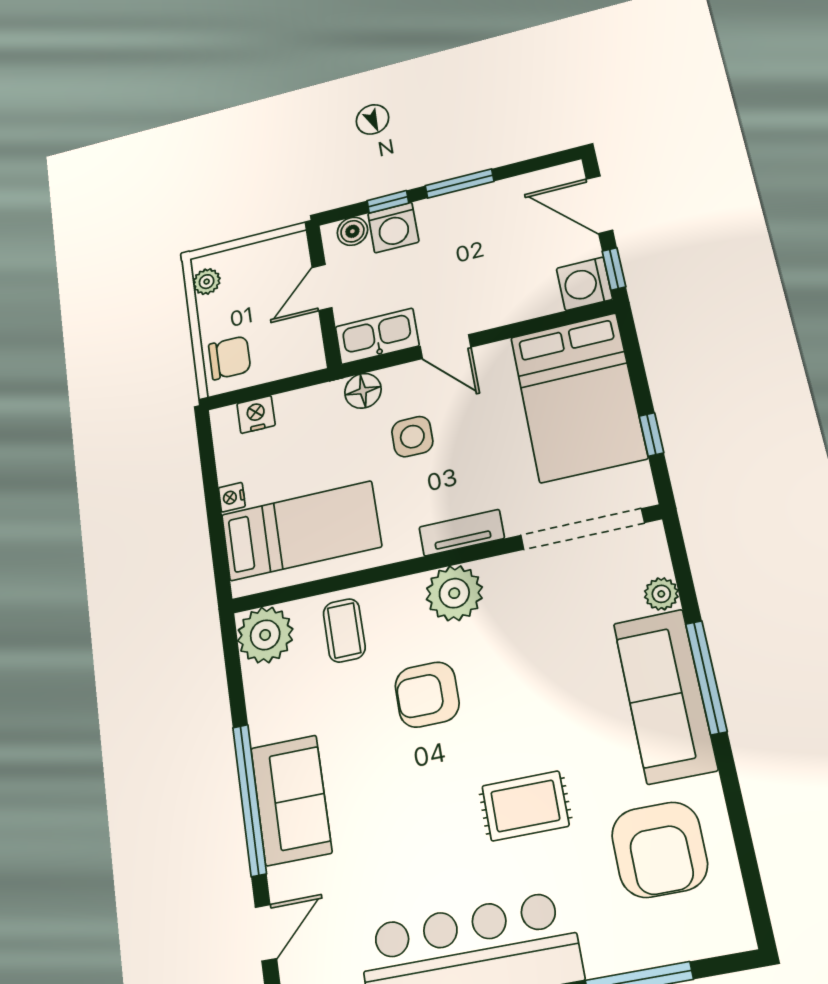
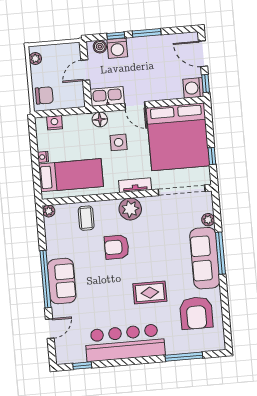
bed: (578, 397) -> (178, 137), width x1.36
plant: (265, 635) -> (49, 211), width x0.53, depth x0.53

